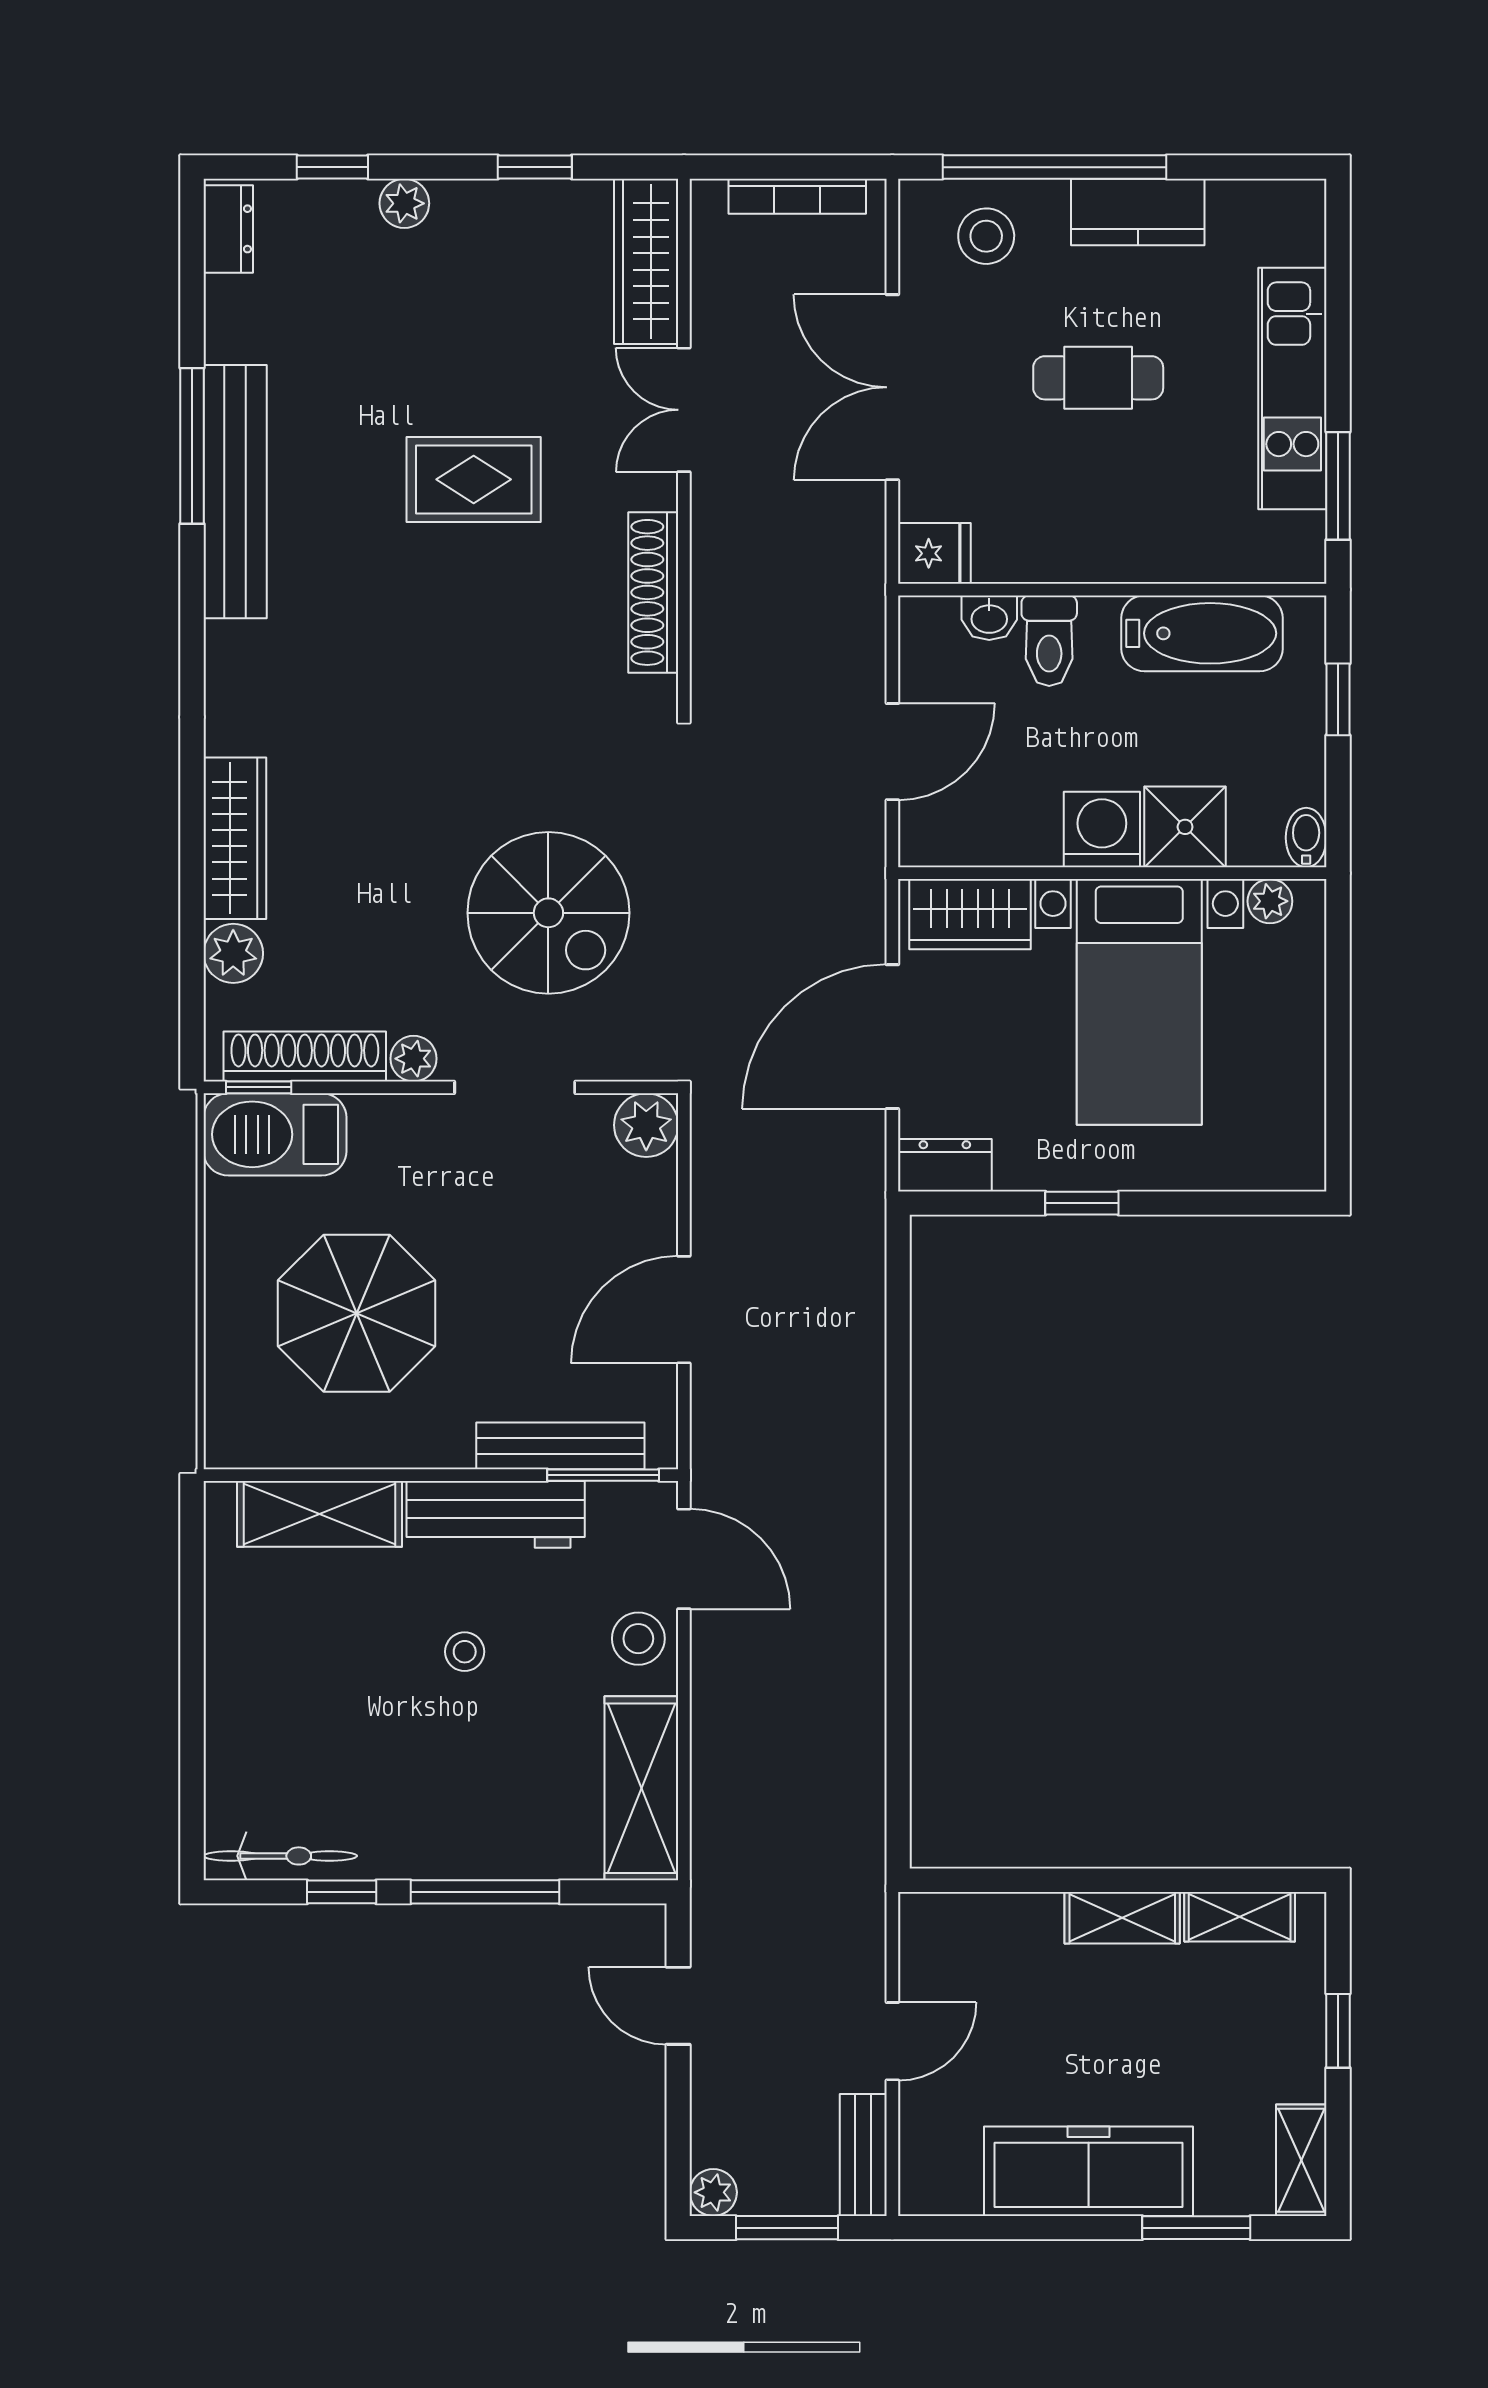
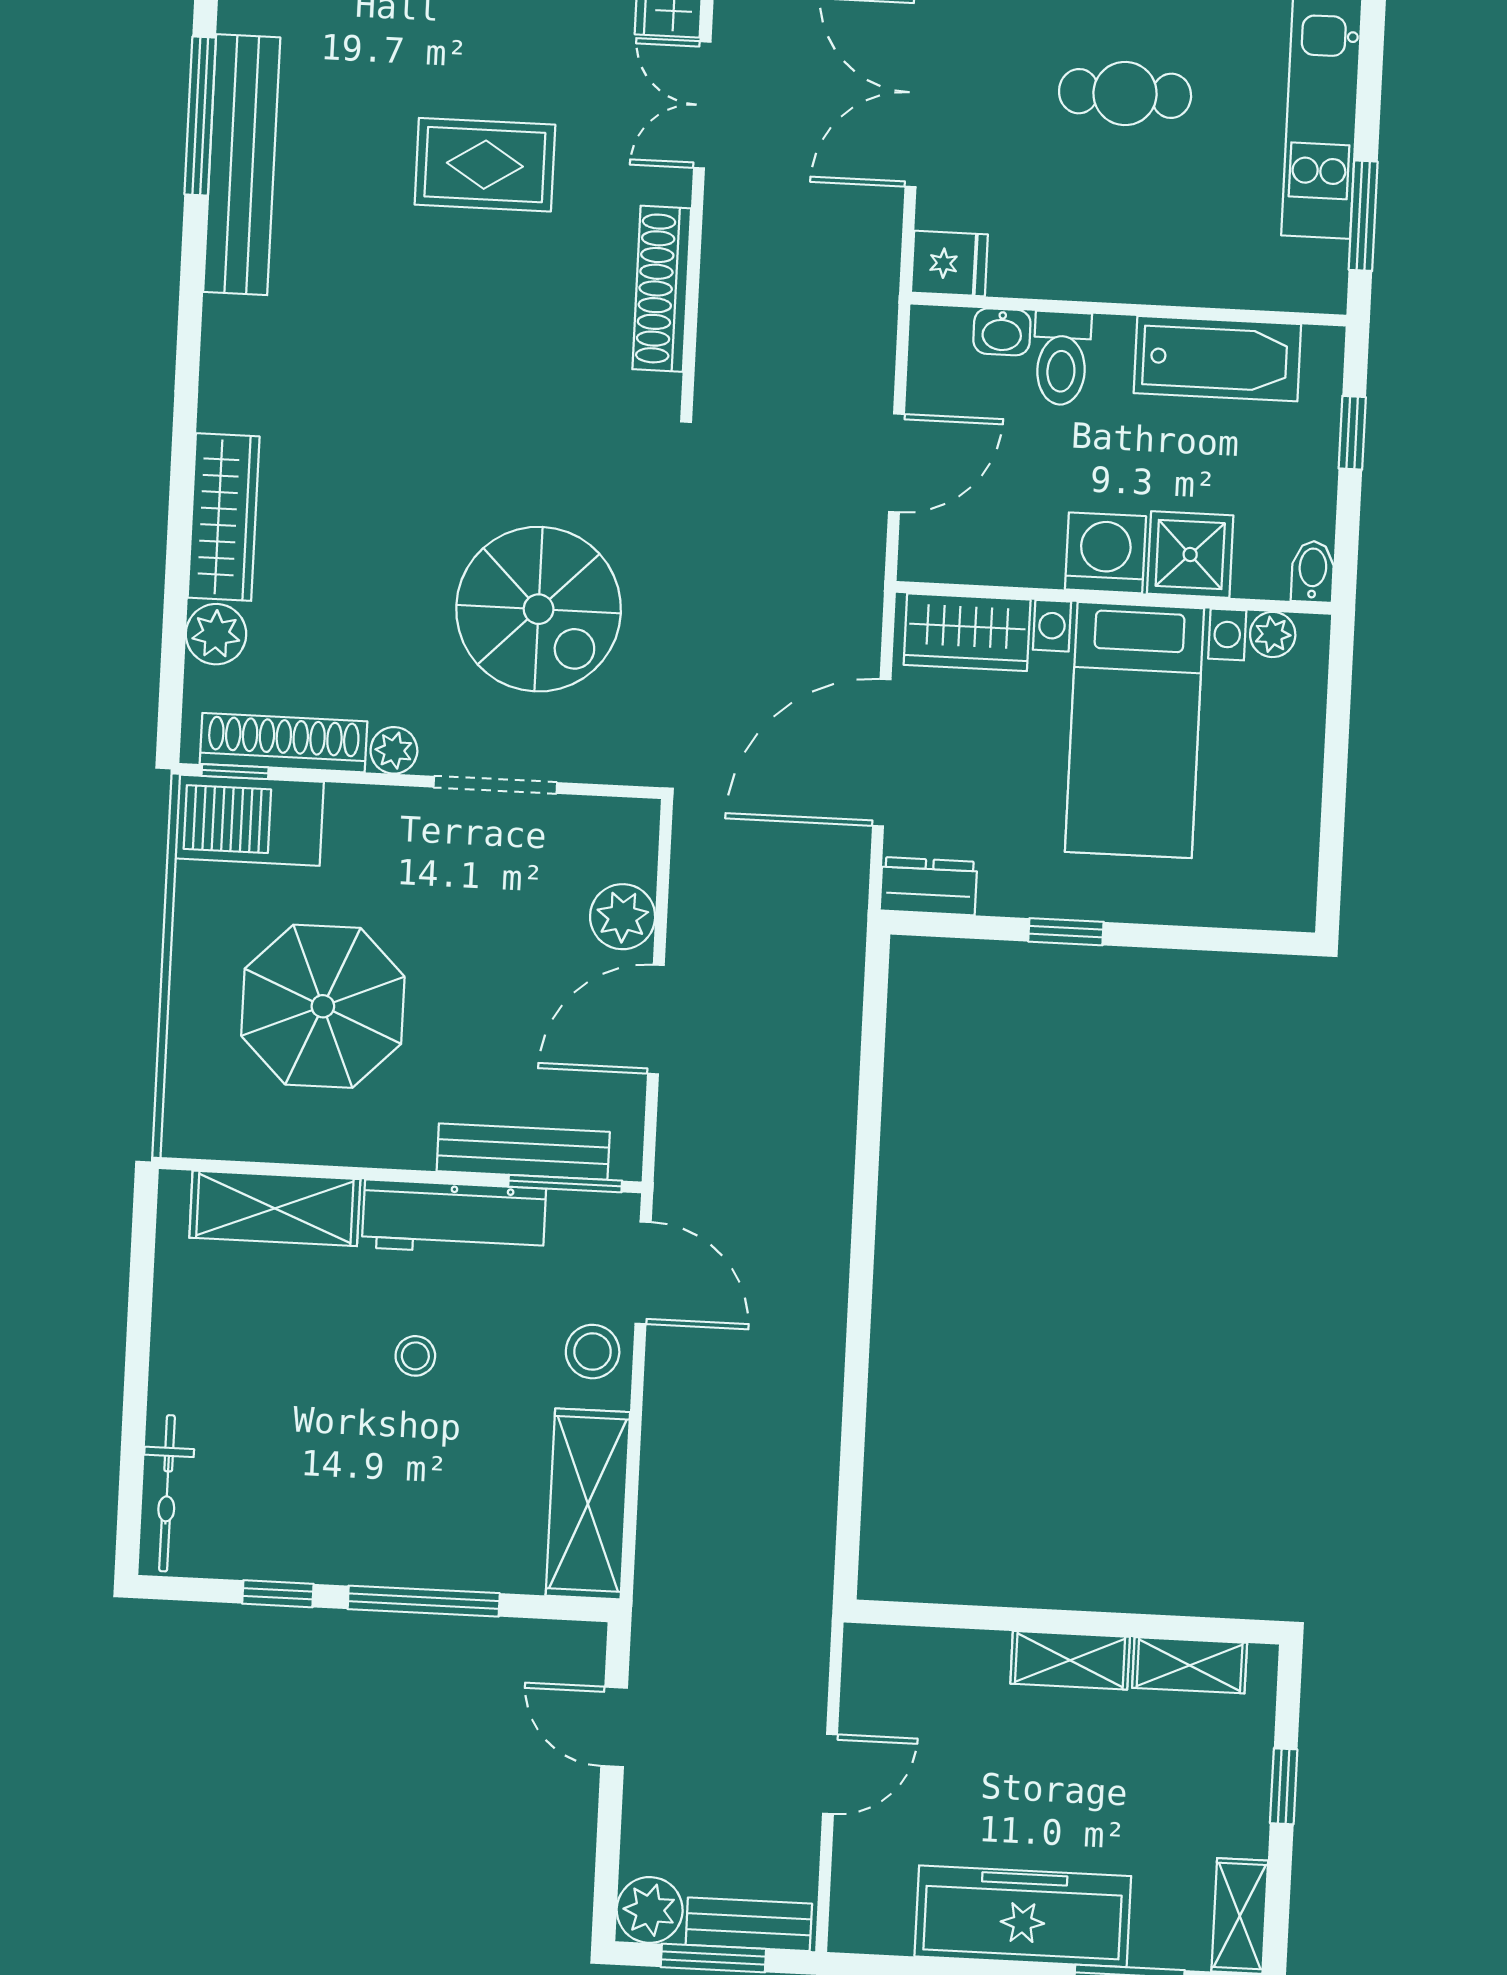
plant: (646, 1125) -> (623, 917), moved
bicycle: (280, 1856) -> (167, 1493), moved, turned 90
bench: (863, 2155) -> (749, 1924), moved, turned 90
plant: (713, 2192) -> (650, 1910), width x1.38, depth x1.38

